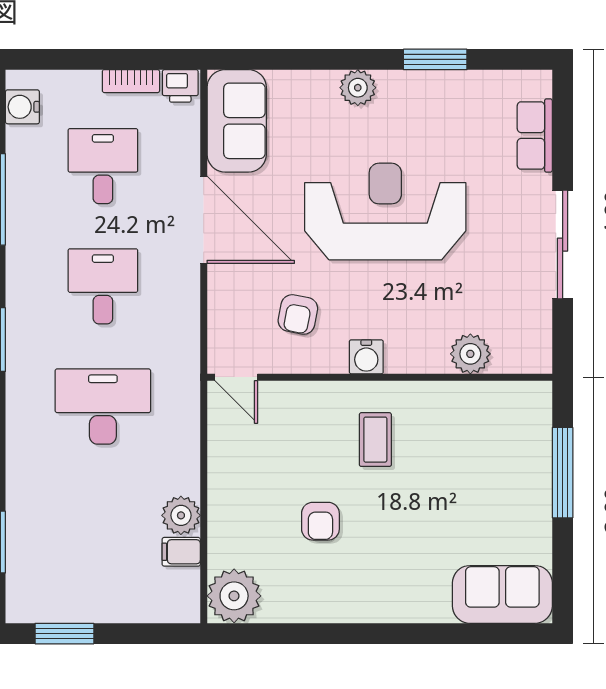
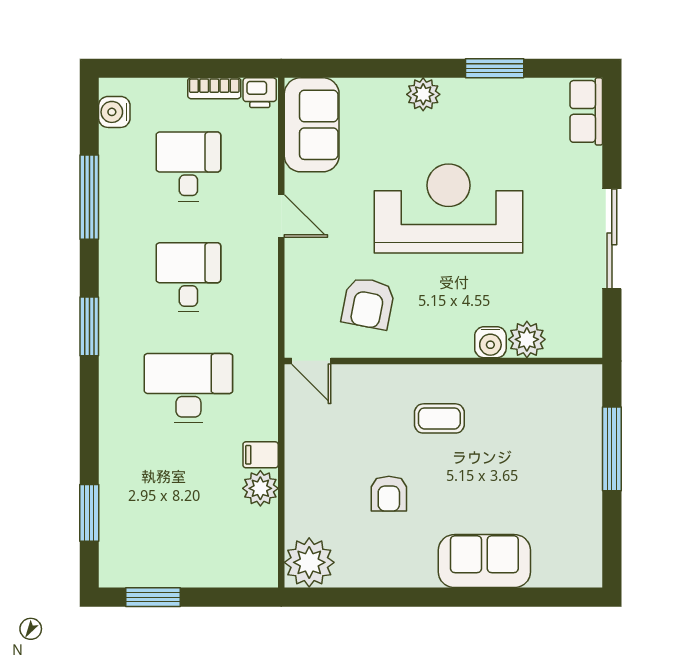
row of seats: (535, 135) -> (586, 111), moved
door: (204, 220) -> (281, 216), width x0.53
armchair: (298, 314) -> (368, 303), width x1.38, depth x1.38
water cooler: (366, 357) -> (490, 342), moved
coffee table: (375, 440) -> (439, 418), turned 90
filing cabinet: (181, 552) -> (261, 455), moved
sofa: (502, 594) -> (484, 561), moved

